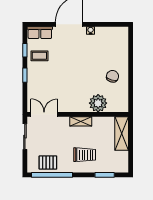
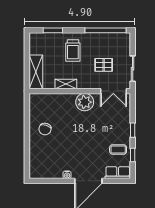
plant: (98, 103) -> (85, 102), moved
shelving: (81, 121) -> (66, 84), moved
trolley: (85, 155) -> (73, 51), turned -90
pallet: (48, 163) -> (104, 65), moved

